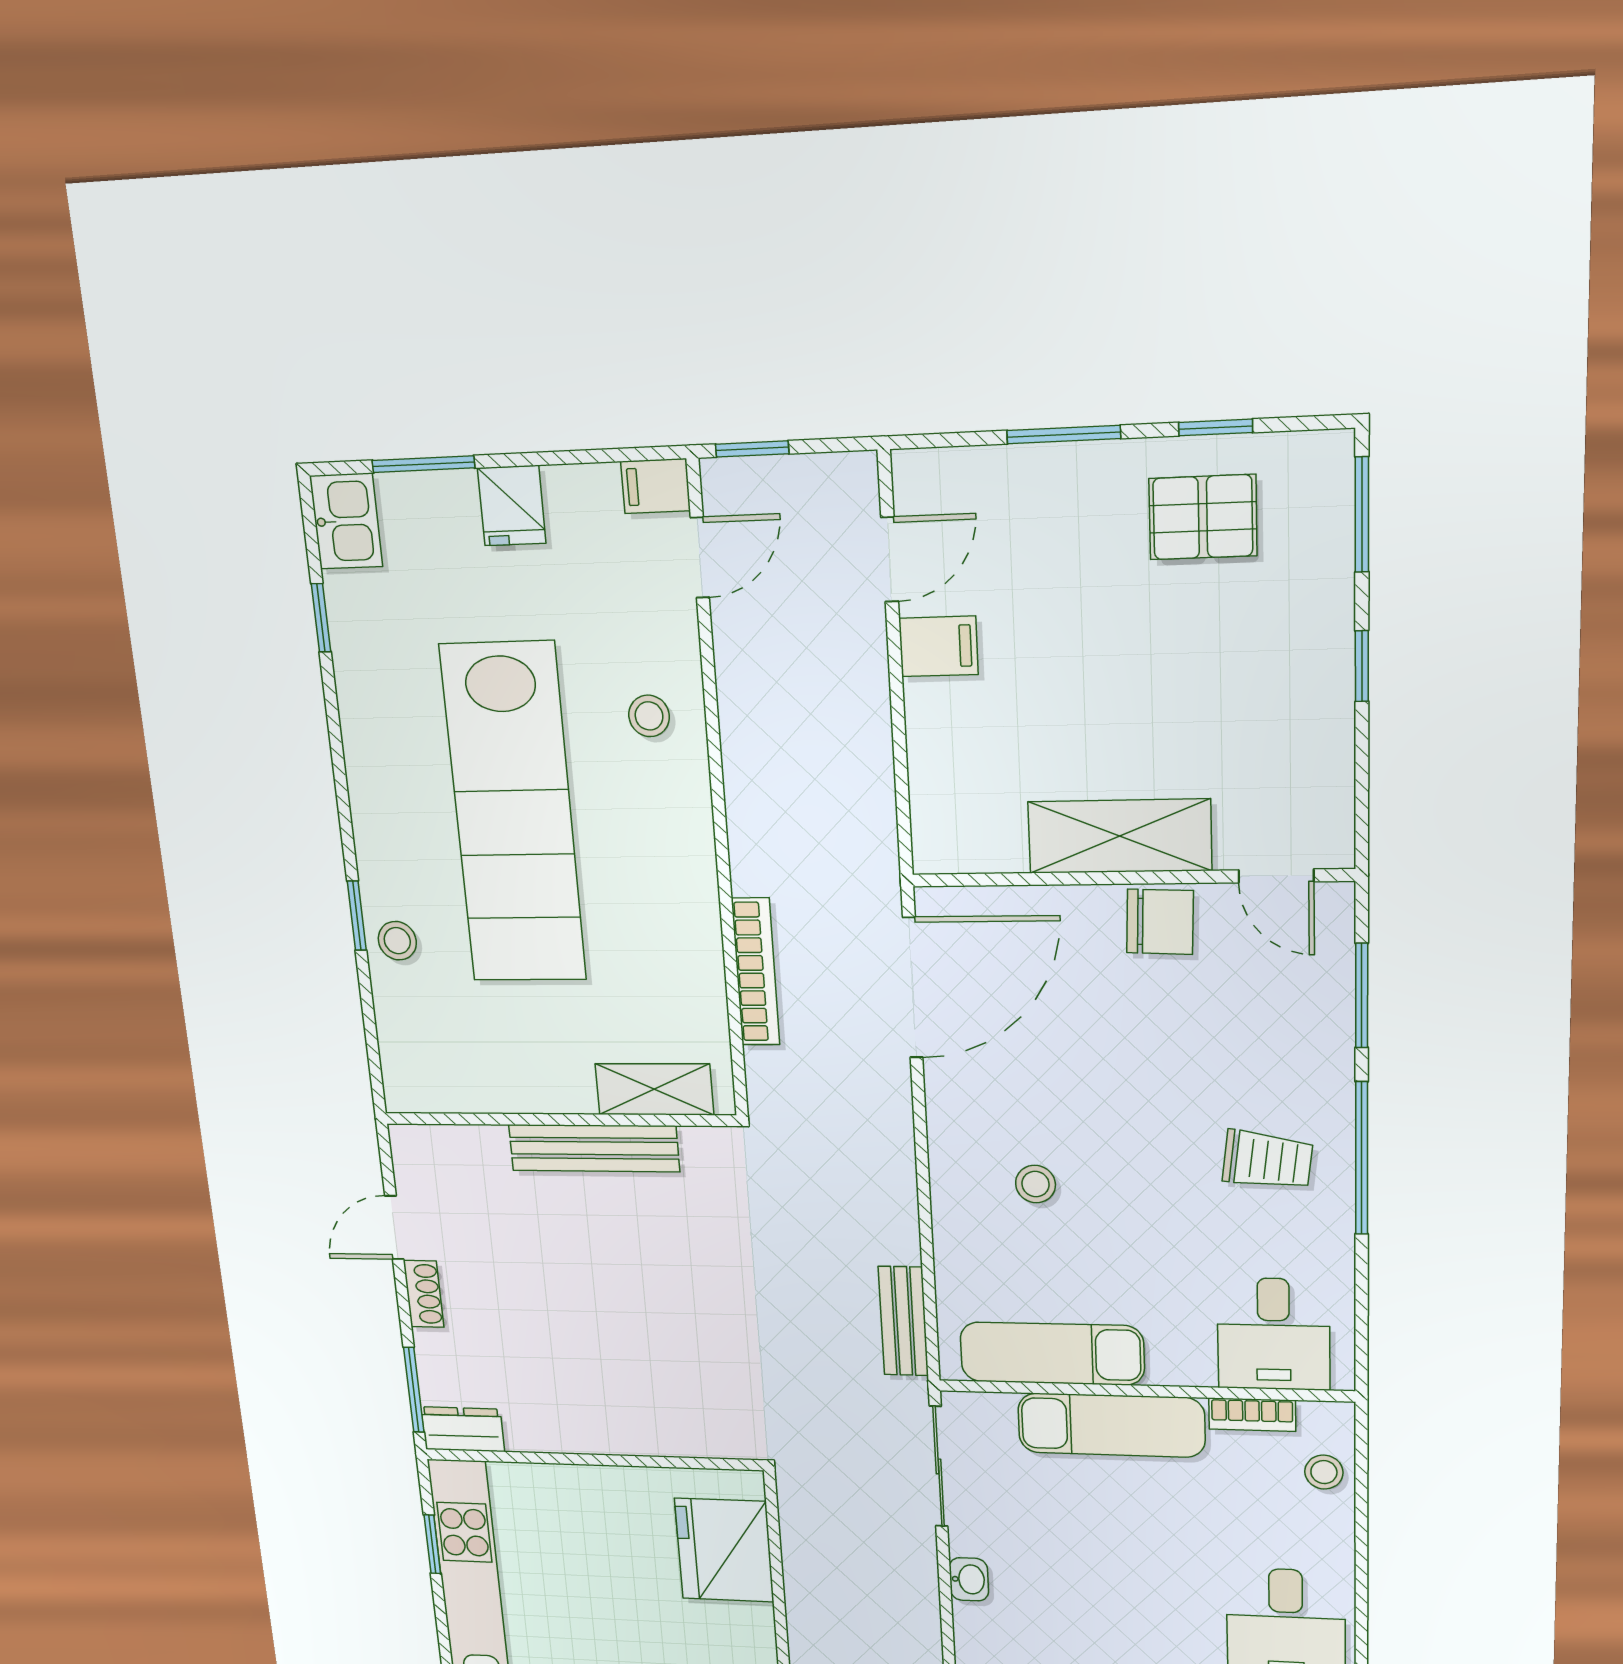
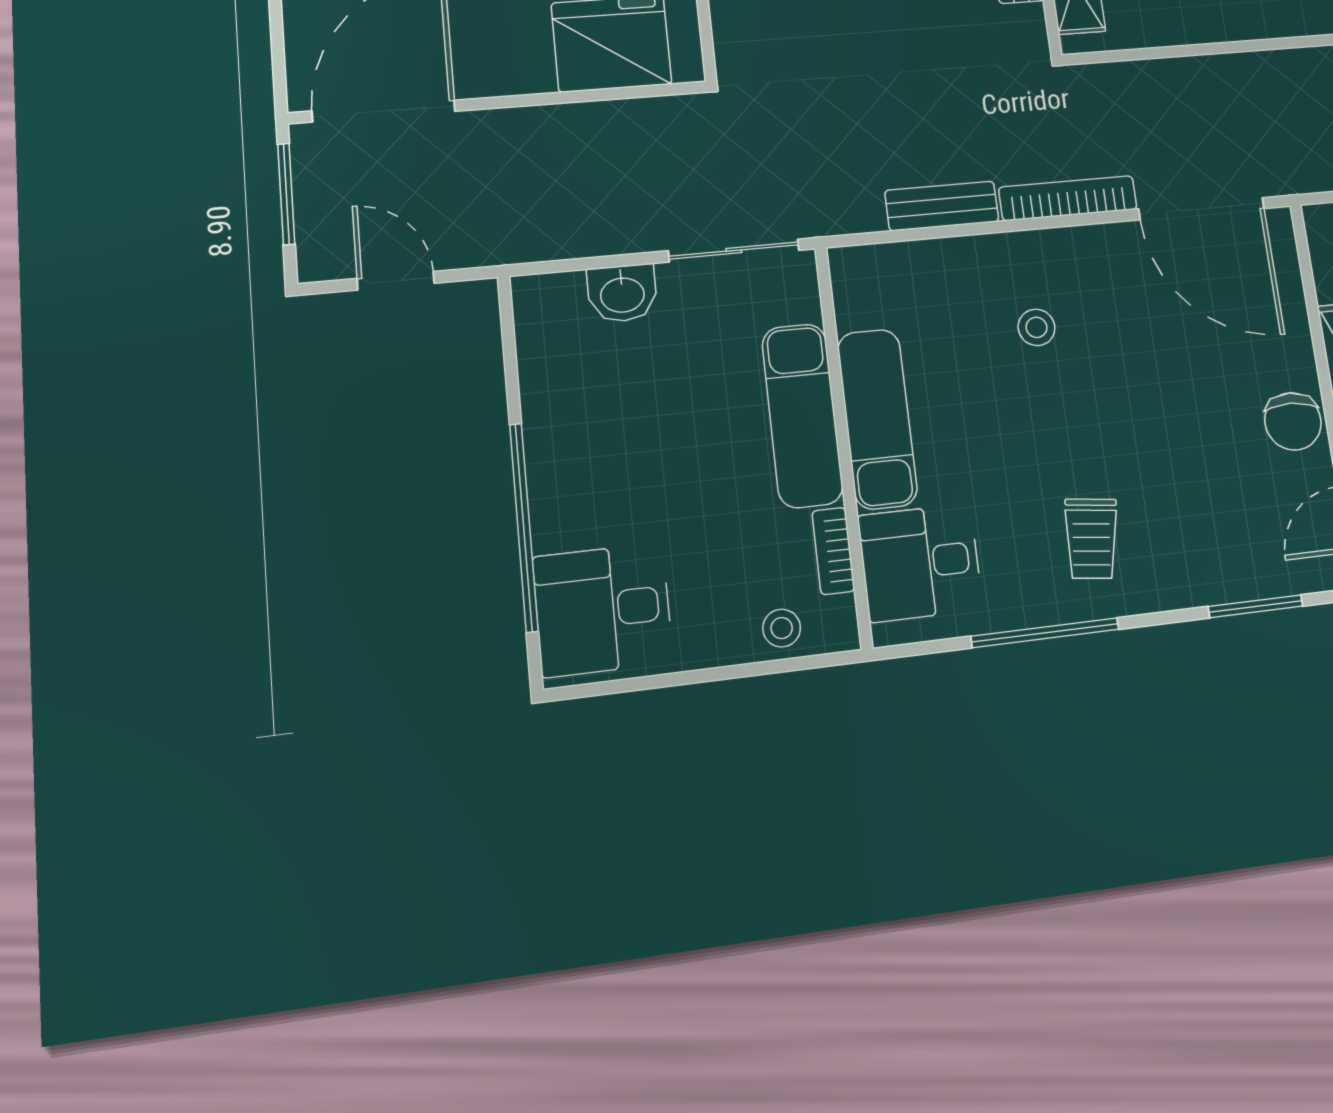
bookcase: (756, 972) -> (1068, 198), moved, turned 180
window: (1362, 1158) -> (1045, 633), moved
bench: (903, 1321) -> (942, 206), moved
exam couch: (1052, 1354) -> (877, 419), moved
washbasin: (969, 1579) -> (622, 293), width x1.38, depth x1.45

